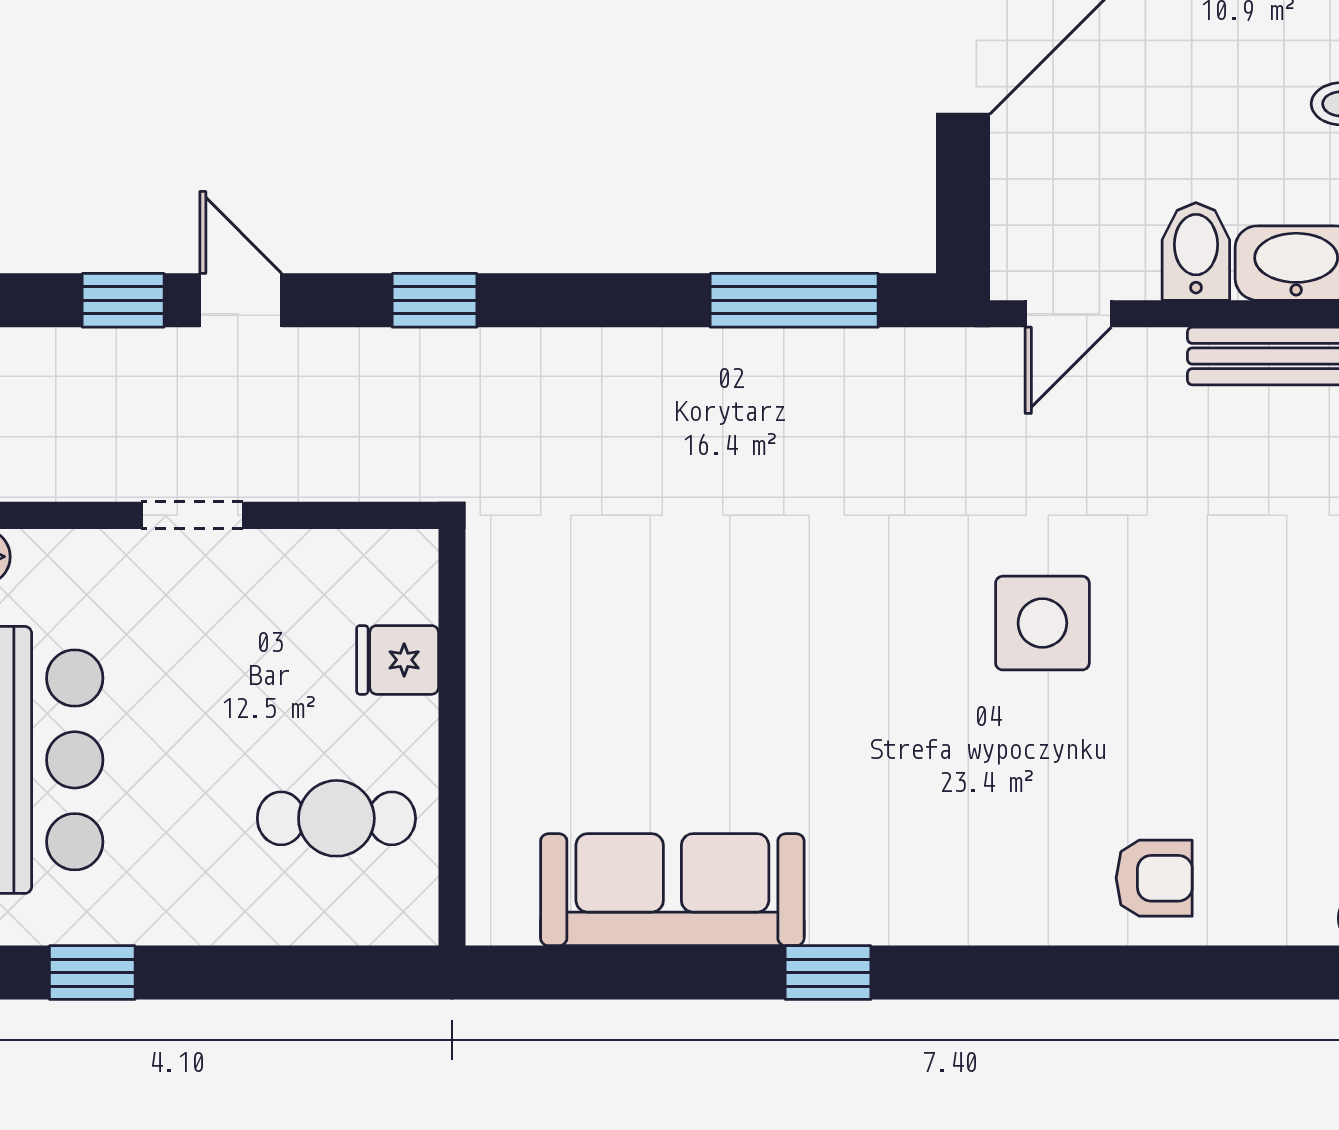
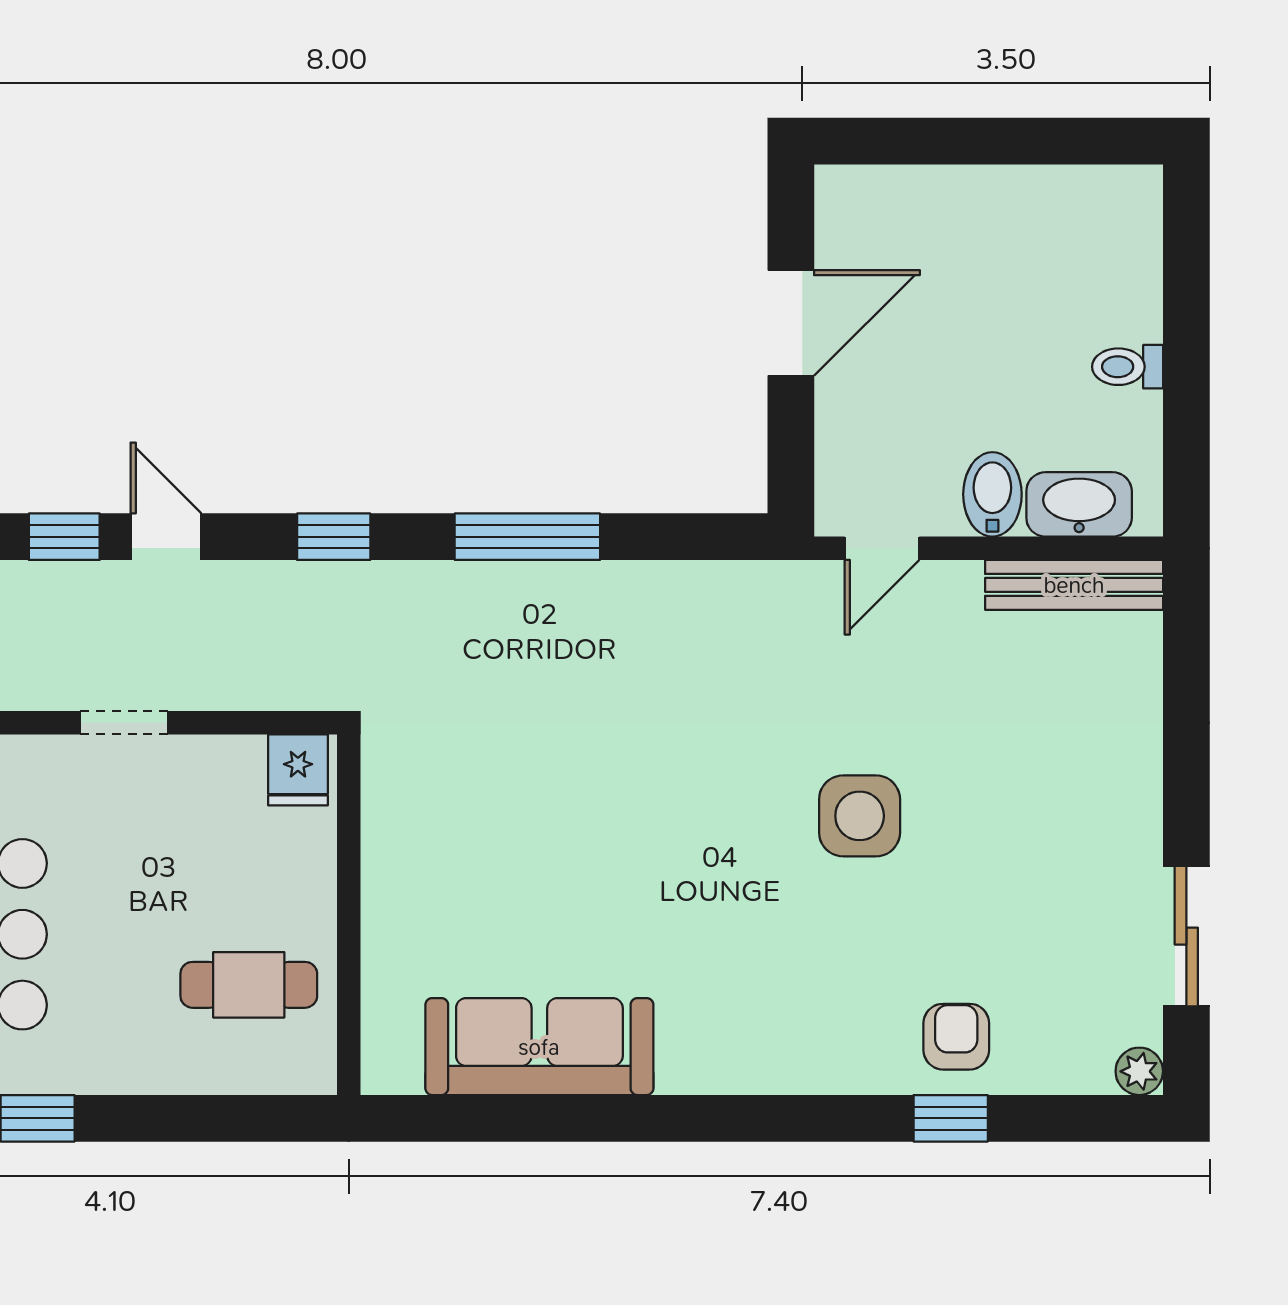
window: (794, 300) -> (527, 537), moved
fridge: (398, 660) -> (298, 770), moved, turned -90
armchair: (1154, 878) -> (956, 1037), turned -90
window: (828, 973) -> (951, 1118), moved

